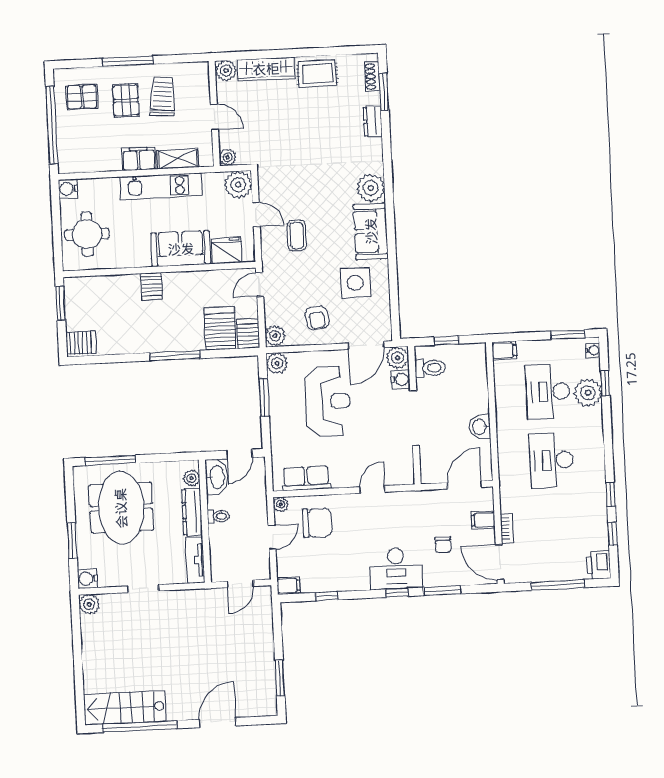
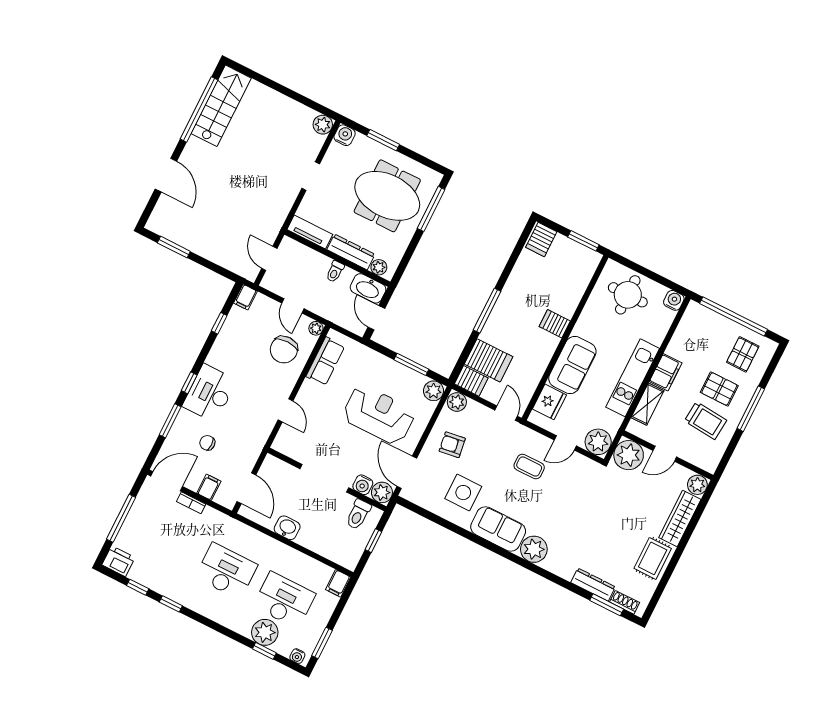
dresser: (373, 122) -> (593, 585), width x1.44
plant: (228, 157) -> (629, 455), width x1.87, depth x1.87
reception desk: (328, 401) -> (379, 415), turned 180

